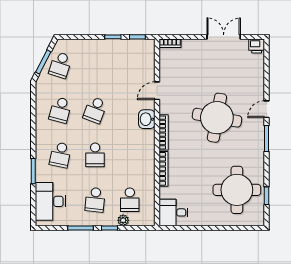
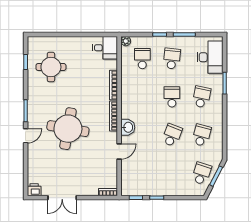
round table: (237, 190) -> (51, 67), width x0.73, depth x0.73
plant: (123, 220) -> (126, 41), moved

